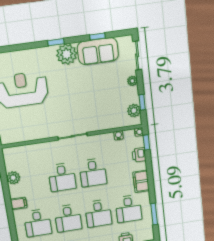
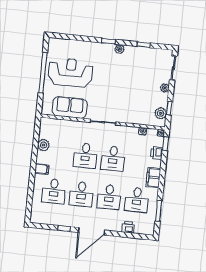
sofa: (98, 51) -> (70, 107), moved, turned 180
plant: (67, 54) -> (119, 49), width x0.53, depth x0.53

